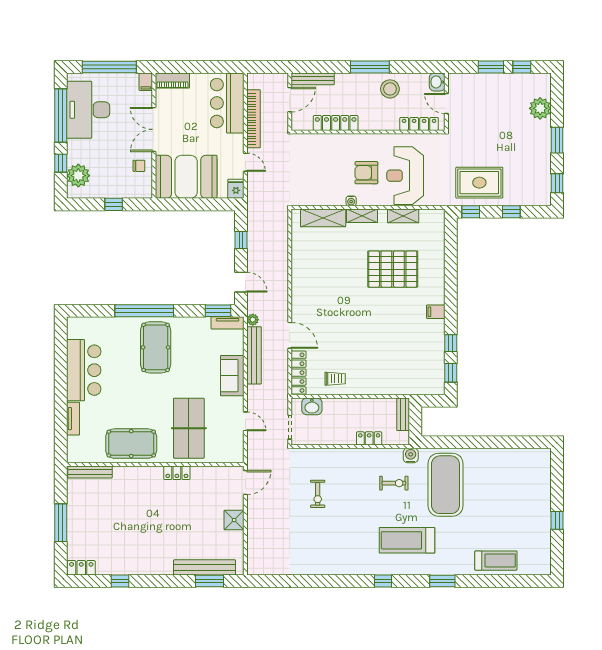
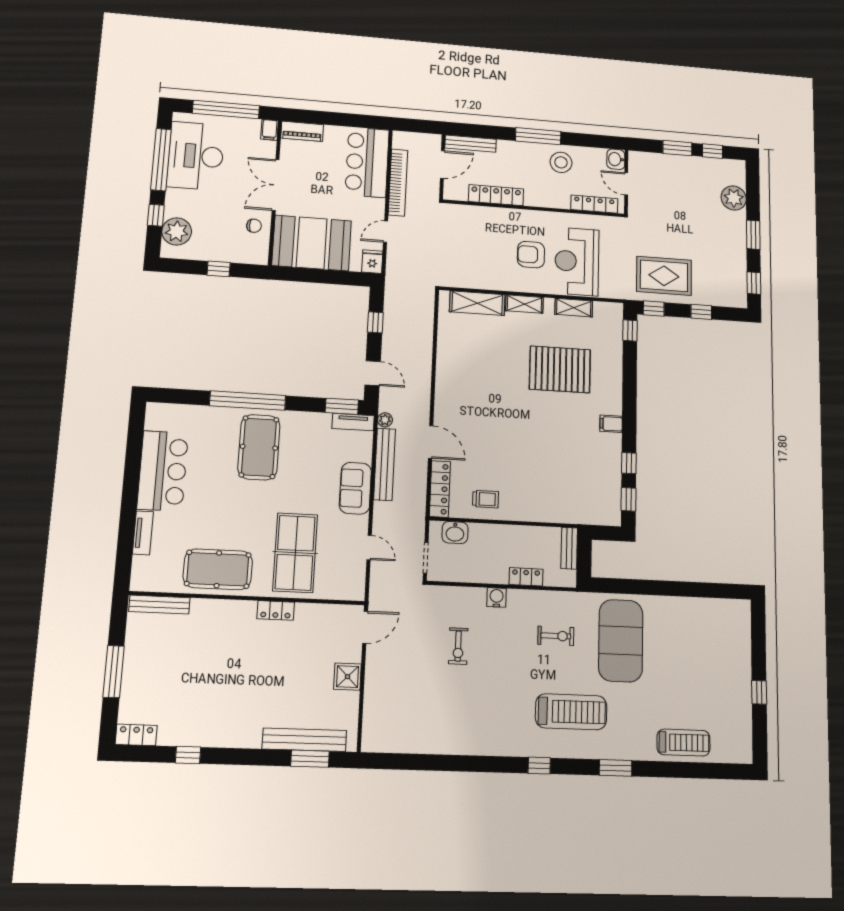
door: (245, 162) -> (386, 232), swing flipped
water cooler: (351, 201) -> (512, 286), removed
window: (451, 232) -> (630, 331), added
water cooler: (411, 455) -> (497, 597), moved
treadmill: (407, 540) -> (571, 712), turned 180

